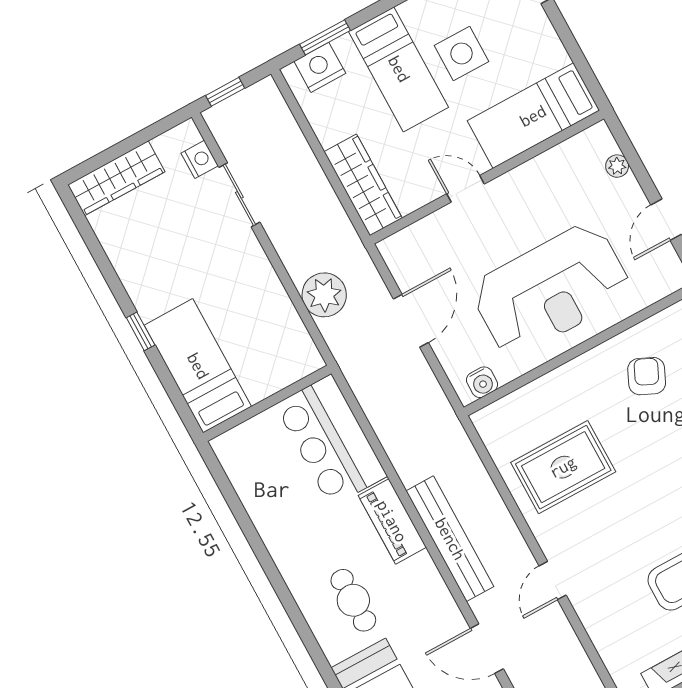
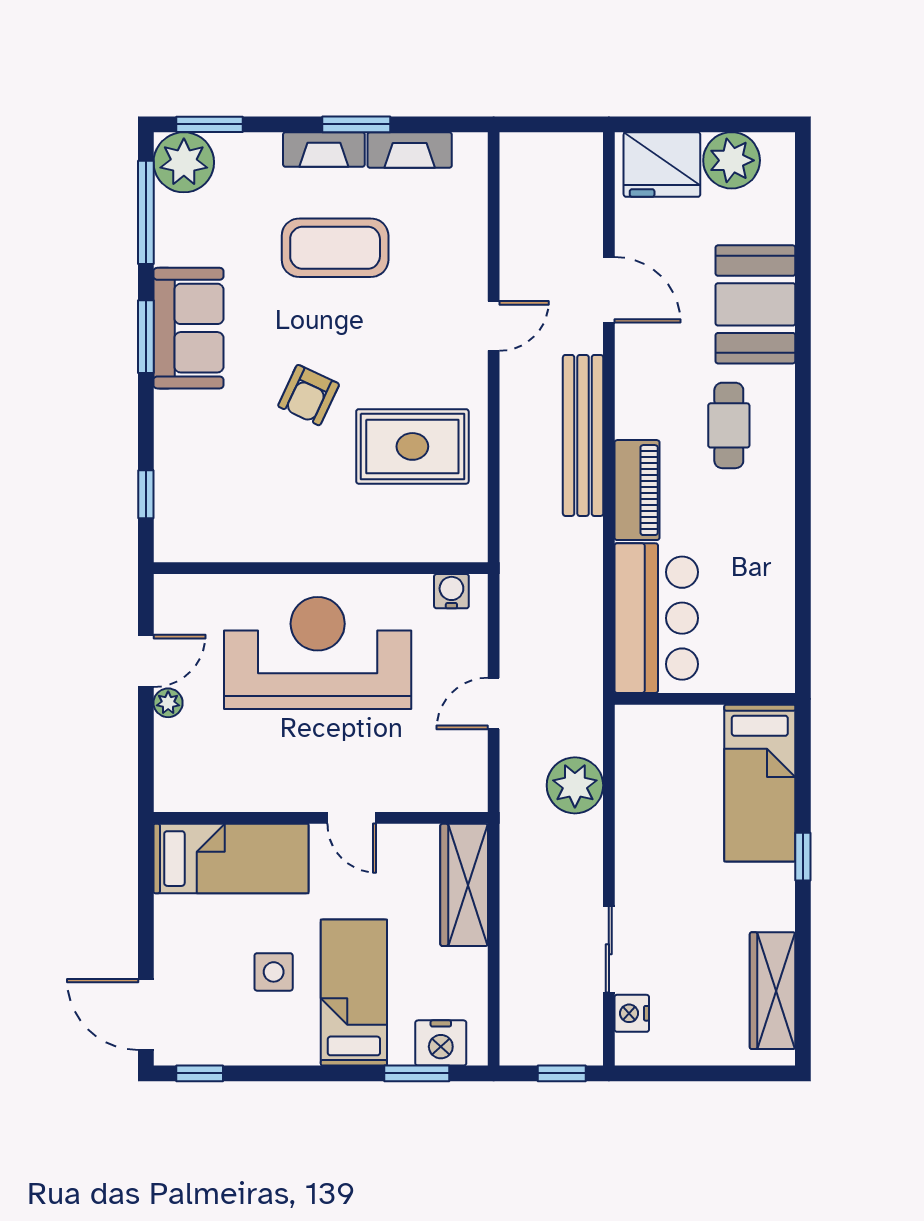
side table: (462, 53) -> (274, 972), width x0.73, depth x0.73
plant: (617, 166) -> (168, 703), moved
wardrobe: (116, 178) -> (773, 991), moved, turned -90
door: (411, 321) -> (494, 703), width x0.73
armchair: (647, 376) -> (309, 395), moved

